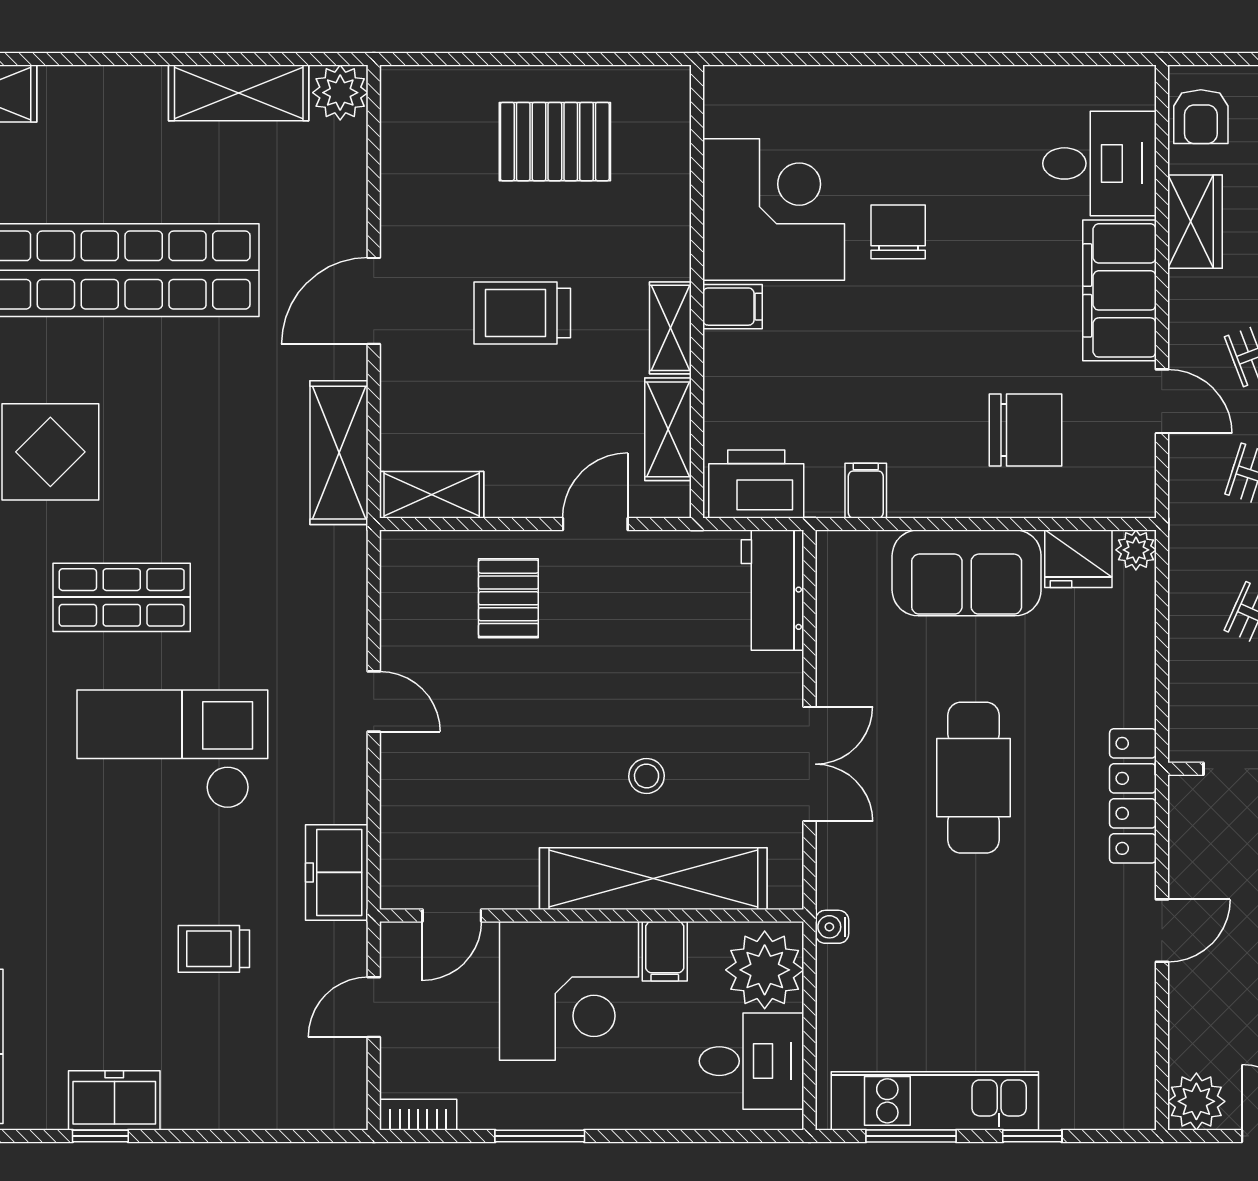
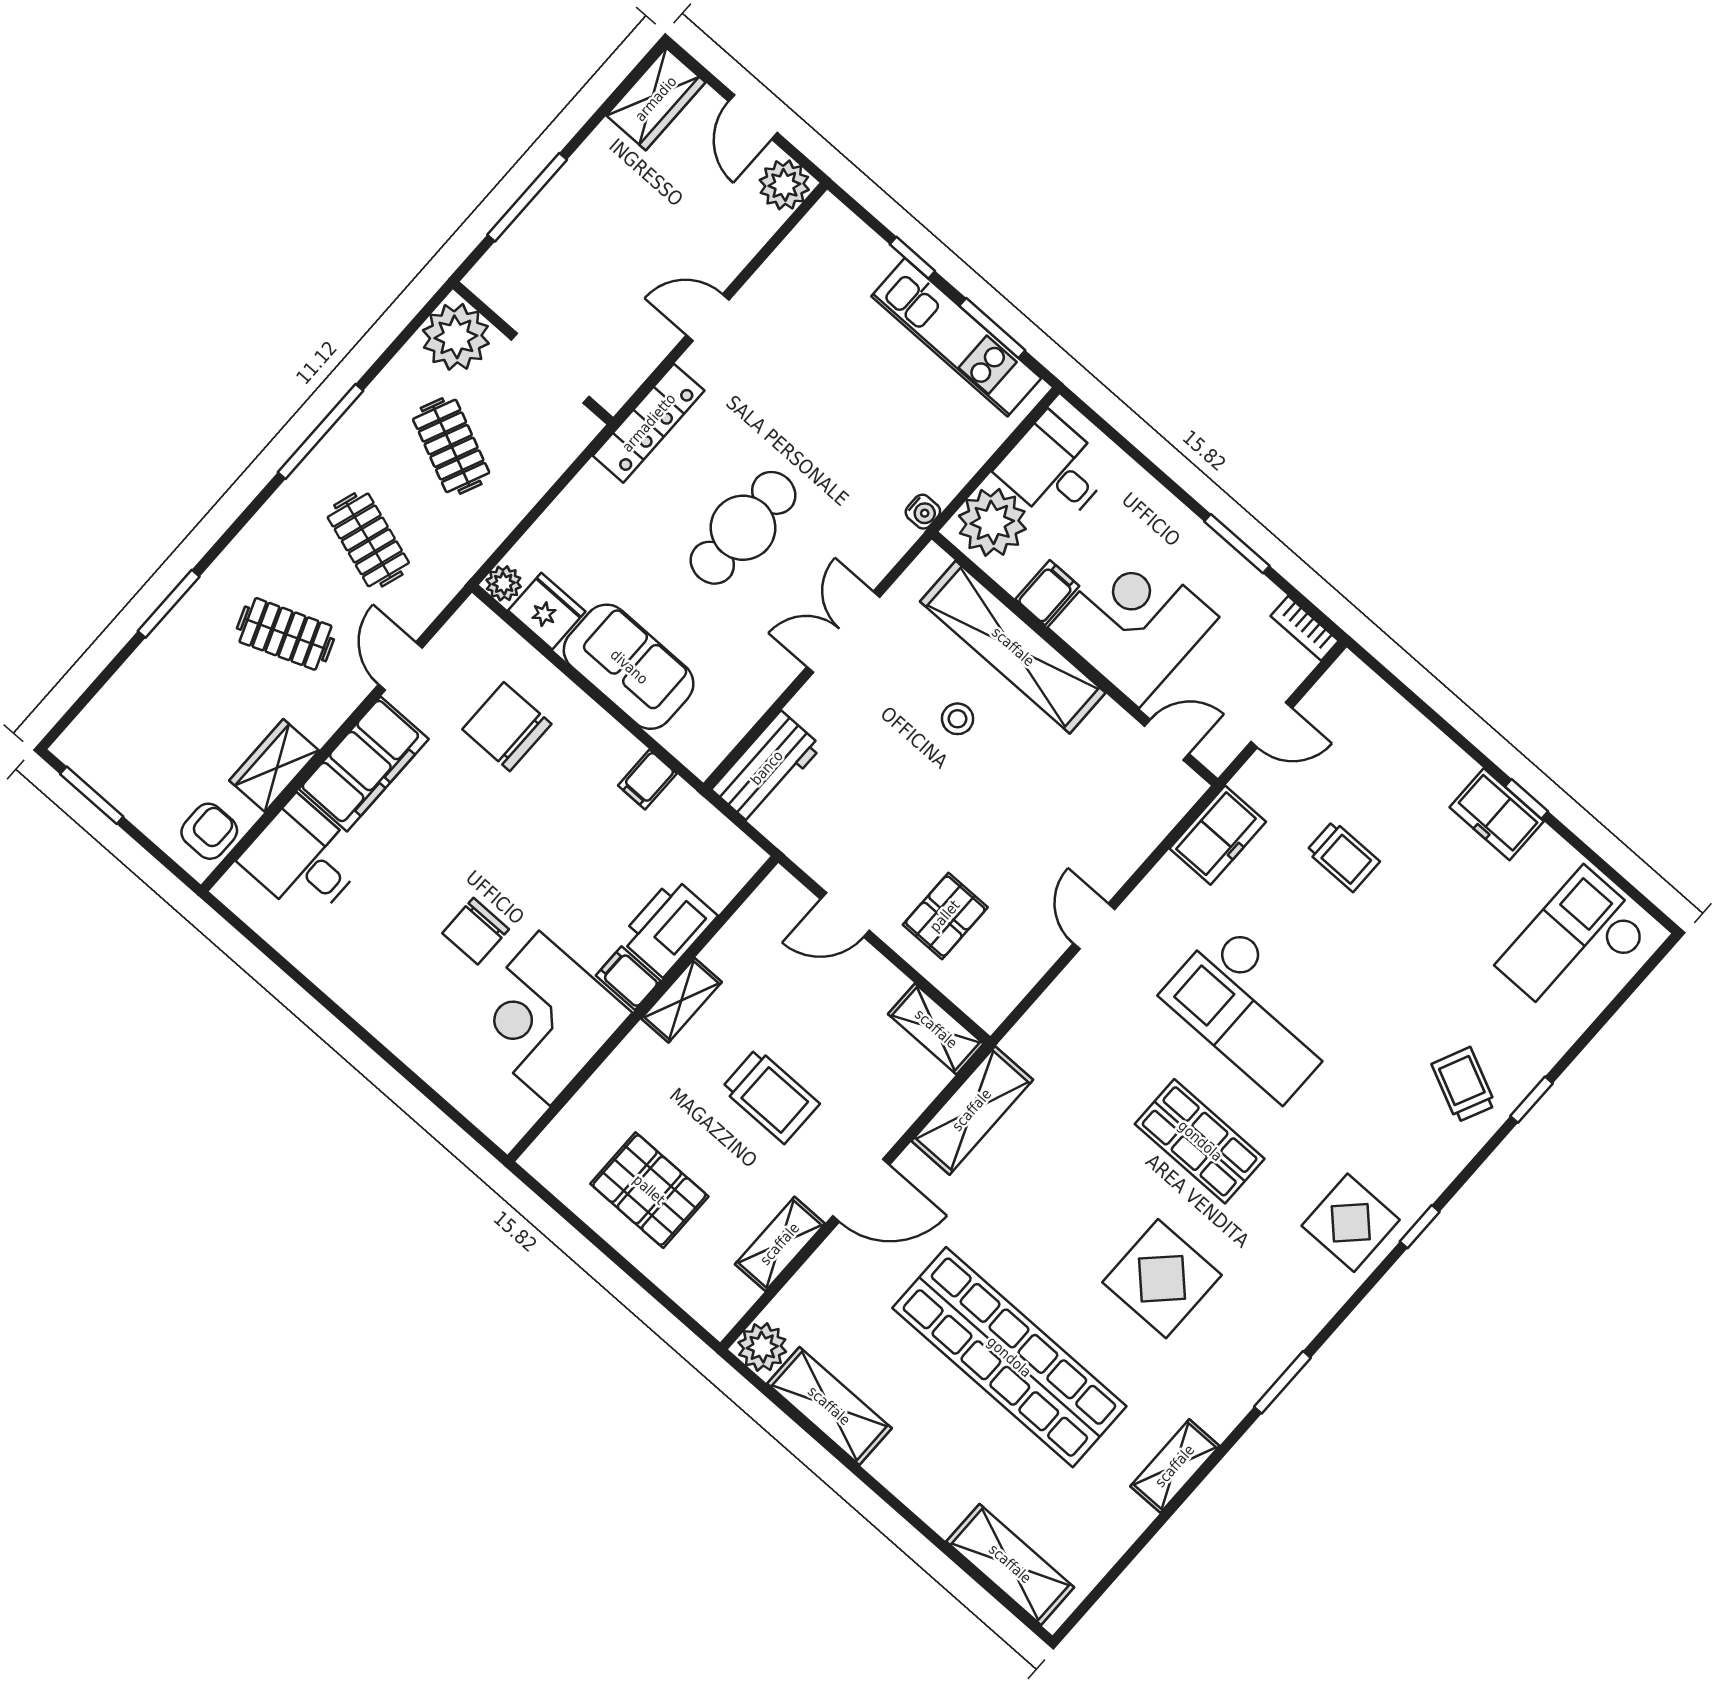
shelving: (668, 429) -> (780, 1244), moved
printer: (756, 484) -> (668, 927), moved, turned 90

